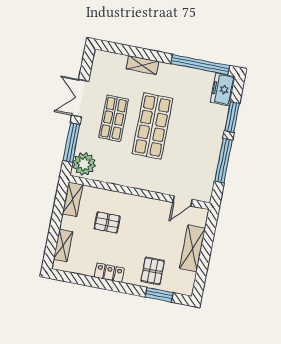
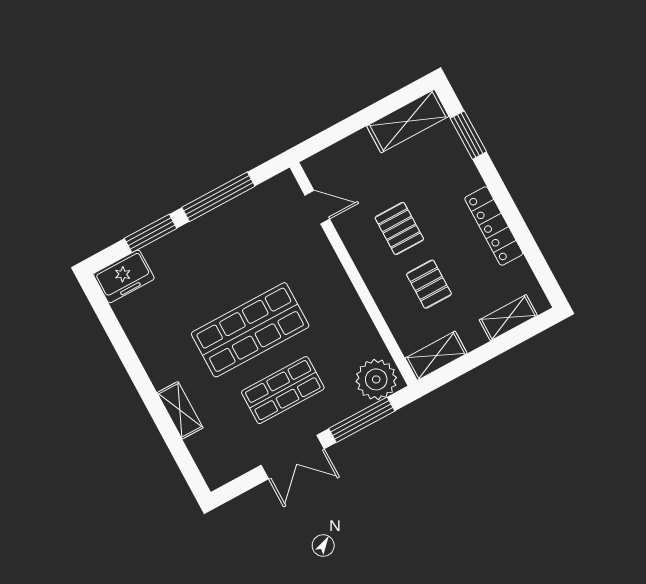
window: (200, 65) -> (116, 333), removed
shelving: (192, 248) -> (408, 121), moved
pallet: (153, 271) -> (399, 228), moved, turned 90
locker: (109, 273) -> (494, 226), width x1.53

